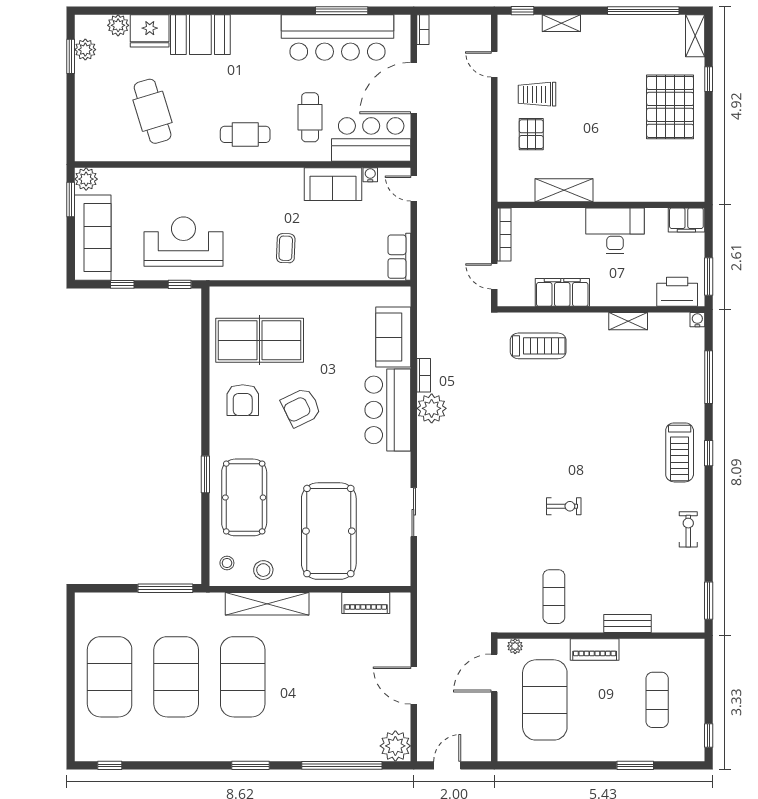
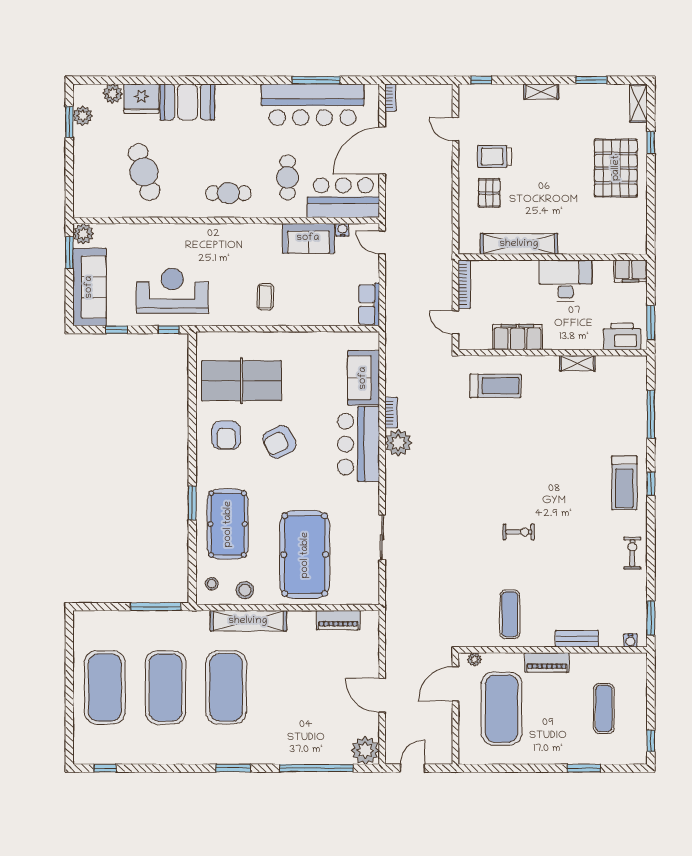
window: (643, 11) -> (591, 80), width x0.47
shelving: (561, 23) -> (541, 92), moved
shelving: (564, 190) -> (519, 244), width x1.47
water cooler: (697, 320) -> (630, 640), moved, turned 180

